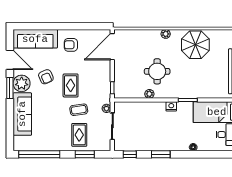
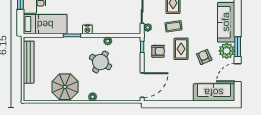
armchair: (71, 45) -> (158, 51), moved
door: (10, 60) -> (238, 73), hinge flipped
round table: (157, 71) -> (100, 62), turned 30

